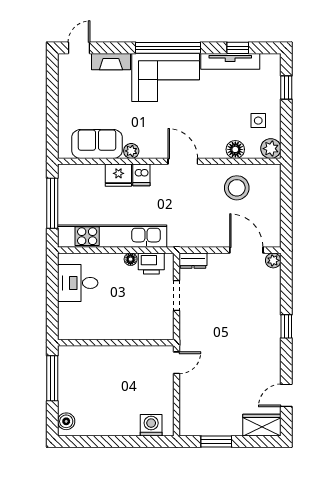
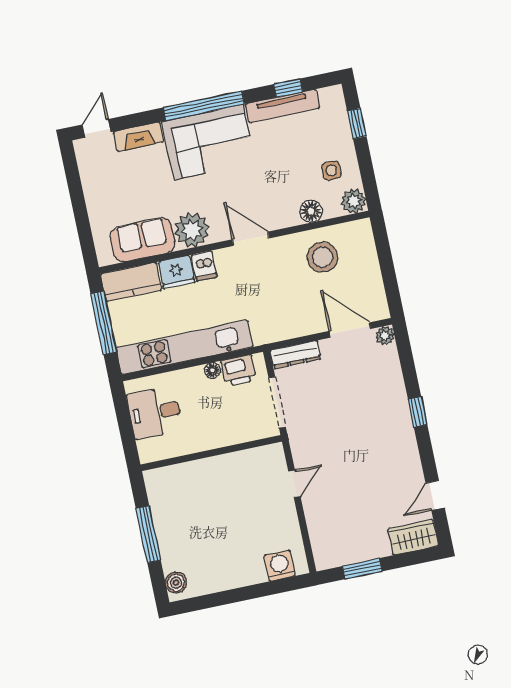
plant: (131, 151) -> (192, 230), width x1.88, depth x1.88
kitchen counter: (81, 176) -> (131, 282), added
dresser: (193, 261) -> (295, 355), width x1.44
doorway: (177, 295) -> (277, 402), width x1.38
wall: (116, 343) -> (211, 453), moved

